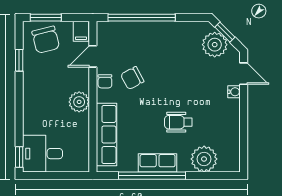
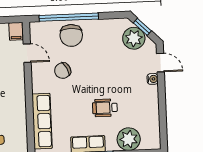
door: (93, 56) -> (27, 53), swing flipped
chair: (105, 81) -> (71, 35), moved, width x1.87, depth x1.87
plant: (79, 102) -> (17, 94), removed

